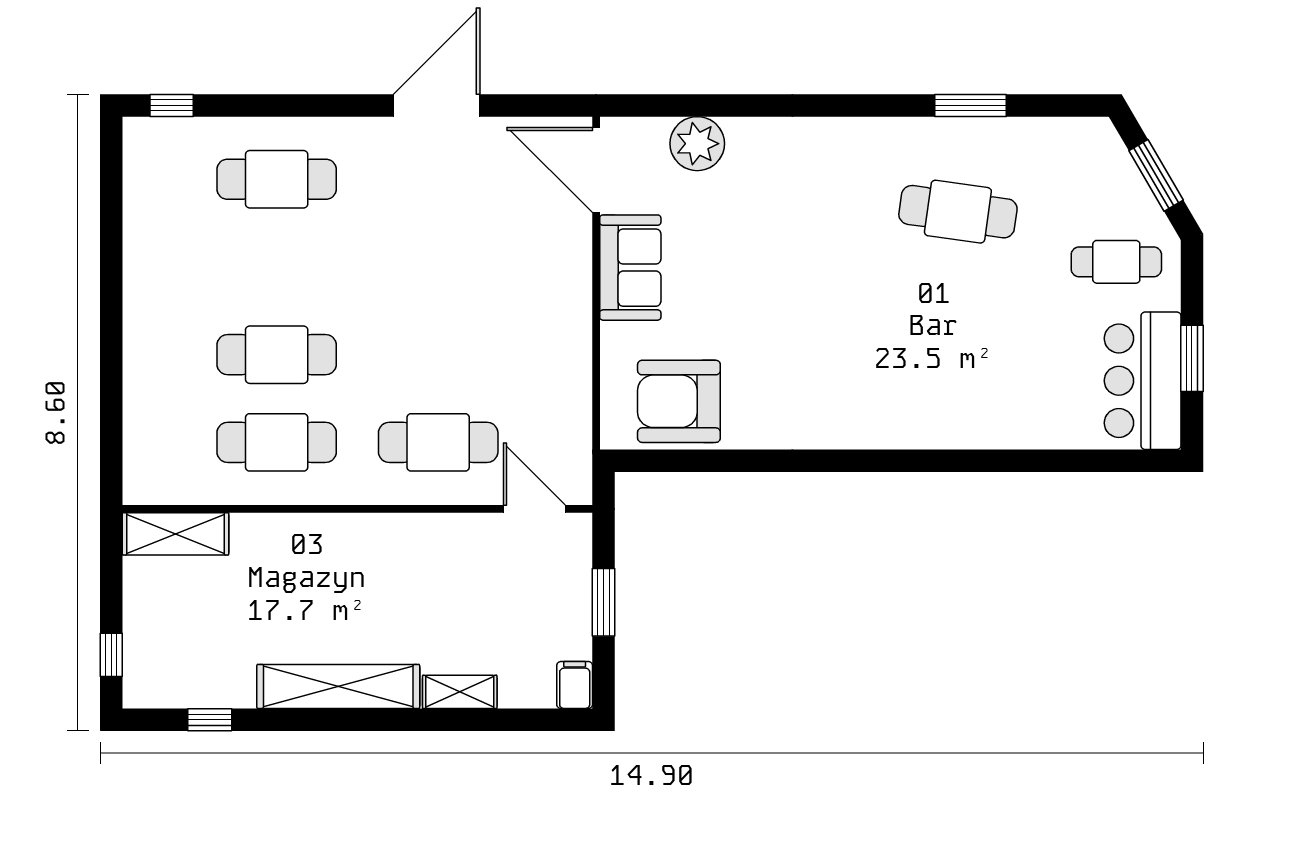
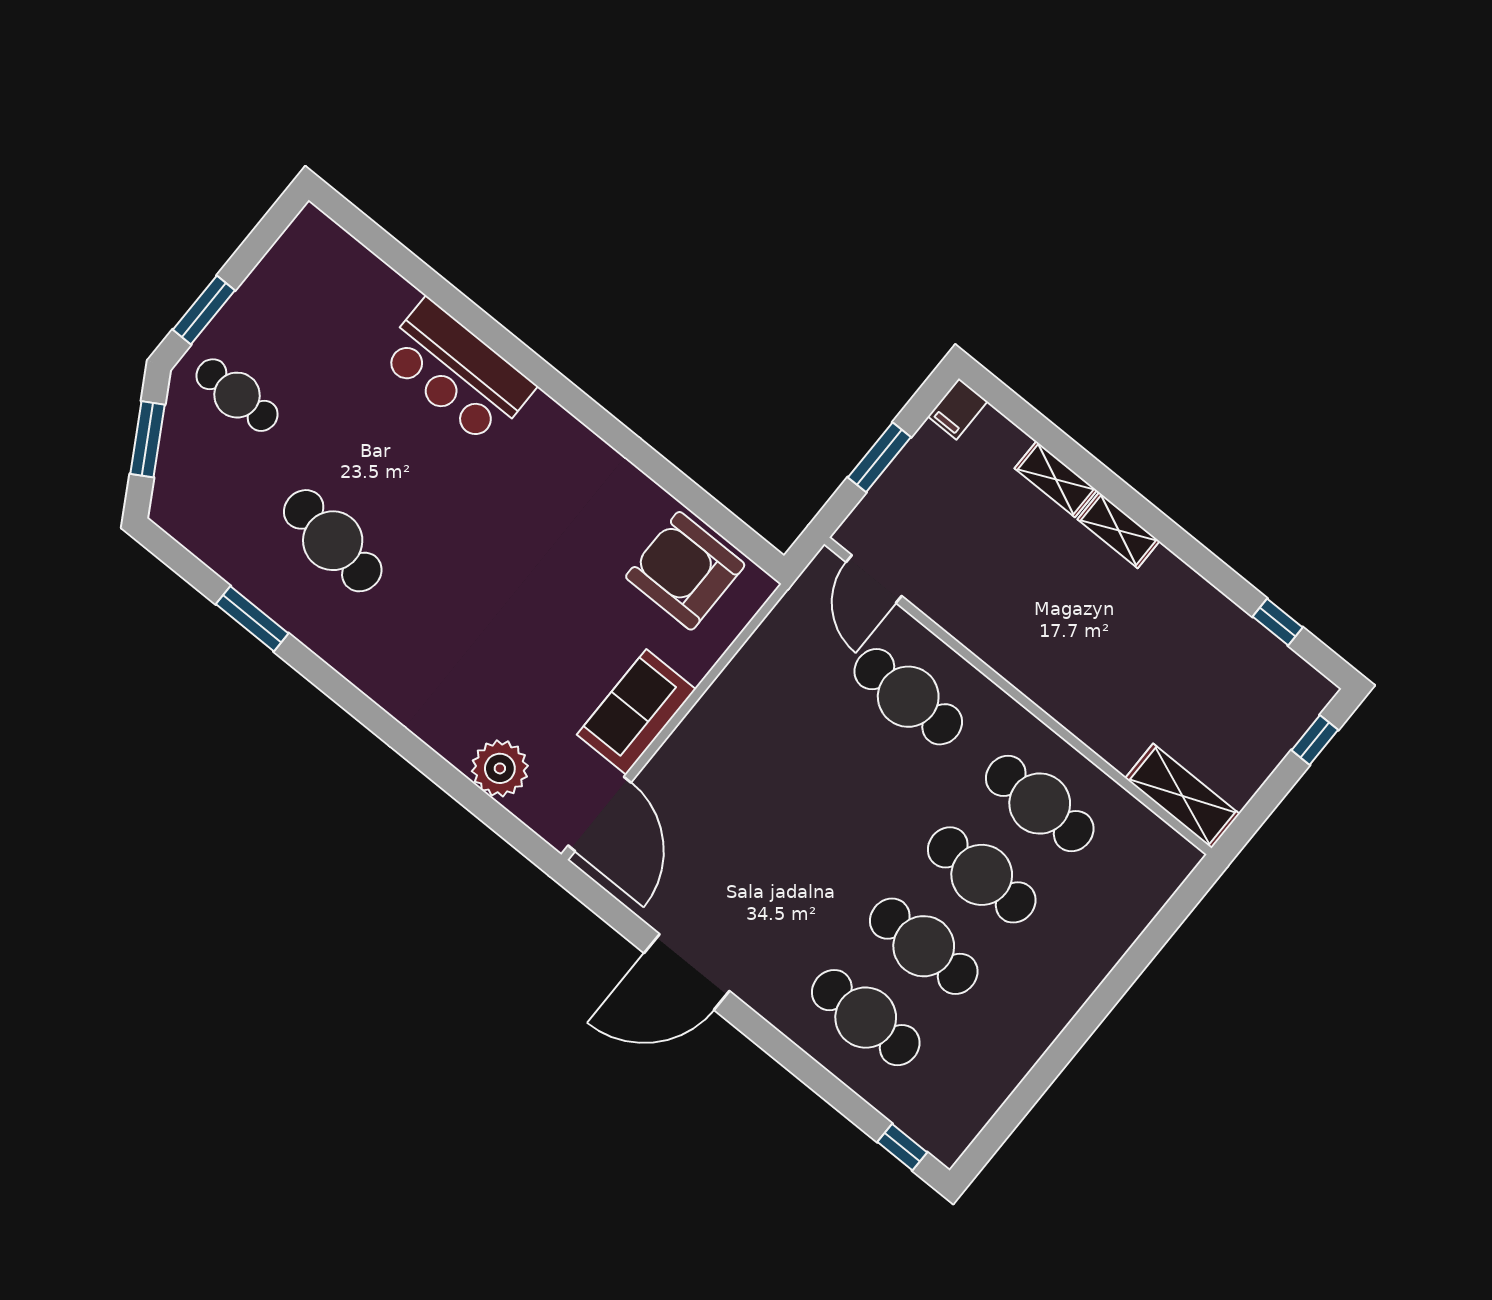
cafe table: (277, 267) -> (924, 946), added
window: (1192, 358) -> (204, 310), moved
bar counter: (1143, 381) -> (457, 372), moved, turned 90
armchair: (679, 401) -> (685, 571), turned 180
shelving: (338, 686) -> (1119, 530), width x0.45, depth x0.75

